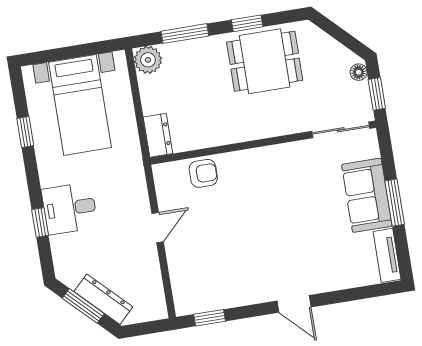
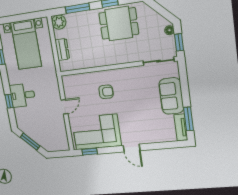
dresser: (158, 135) -> (62, 49), moved
armchair: (203, 173) -> (106, 92), moved
window: (395, 203) -> (189, 119), moved
corner sofa: (223, 276) -> (96, 132), added
dresser: (103, 299) -> (39, 139), removed

